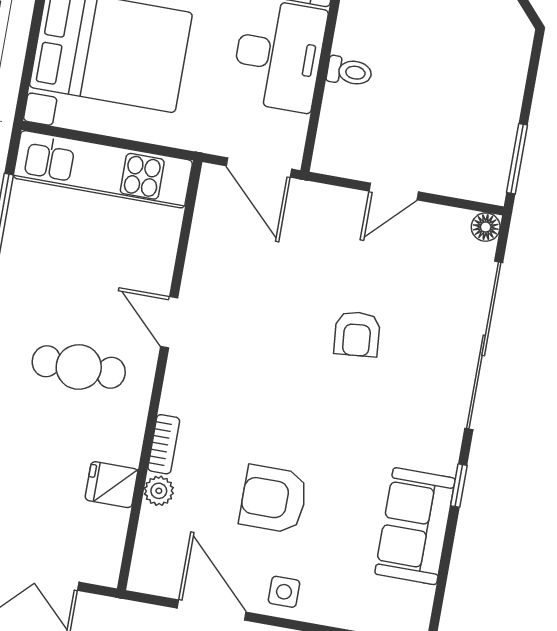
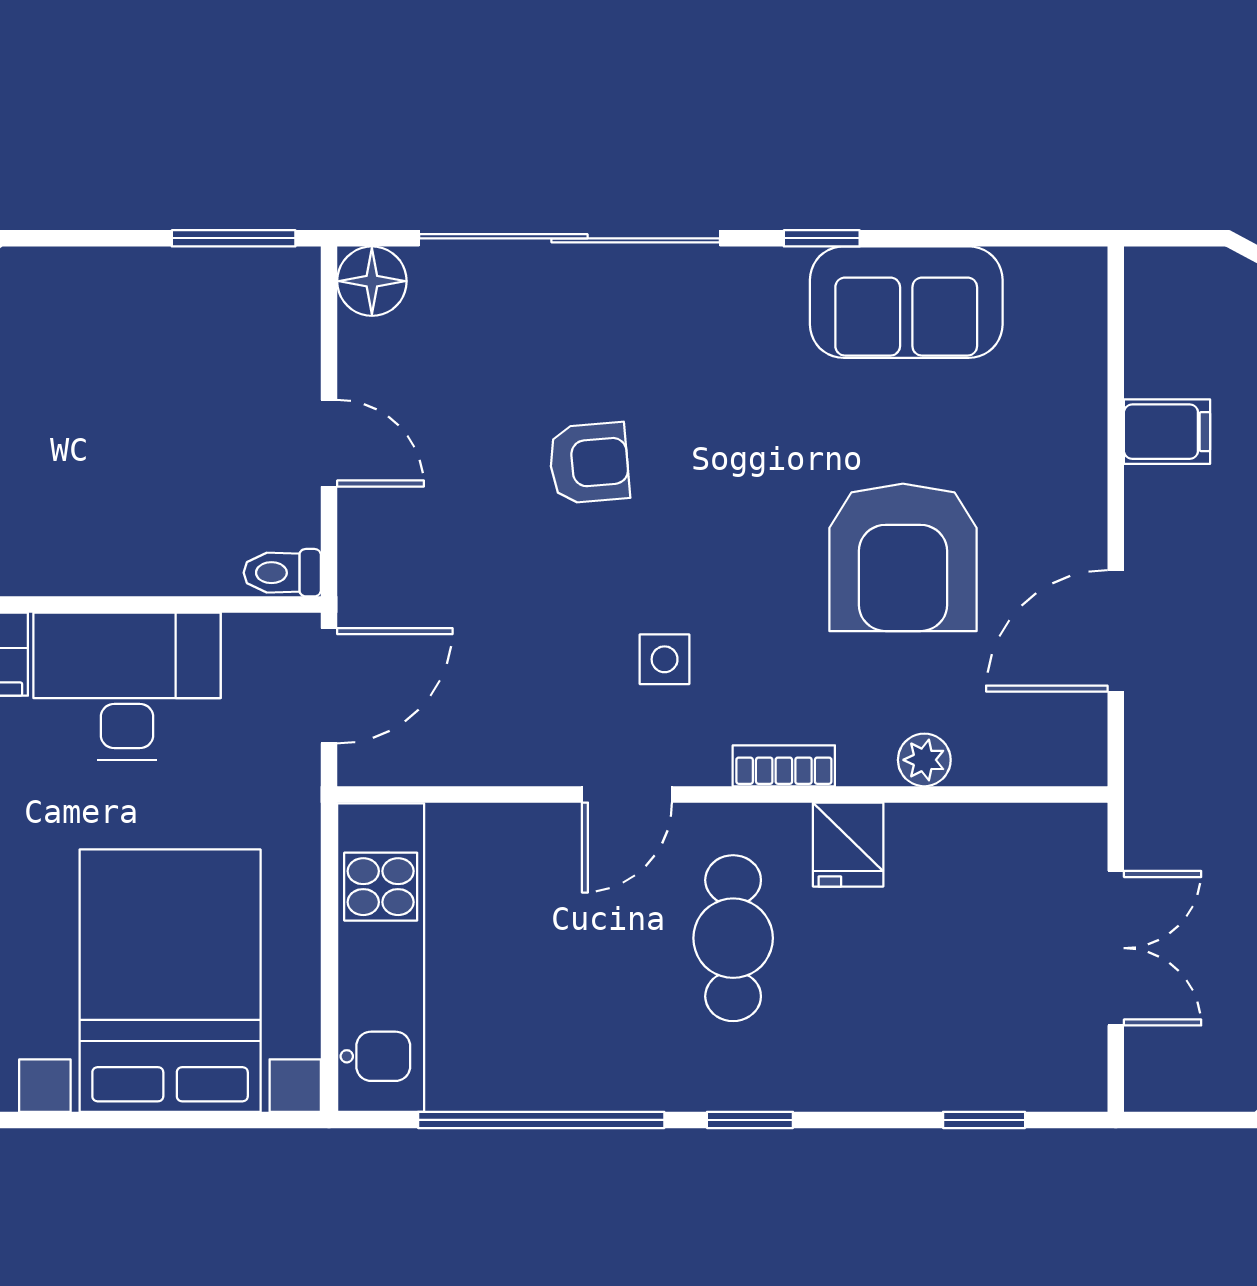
toilet: (349, 72) -> (282, 573), moved, turned -90
floor lamp: (486, 227) -> (372, 281), width x1.37, depth x1.37
bookcase: (164, 444) -> (784, 766), moved
fridge: (111, 485) -> (848, 845), moved
armchair: (274, 499) -> (903, 557), width x1.36, depth x1.36
side table: (284, 592) -> (665, 659), moved

